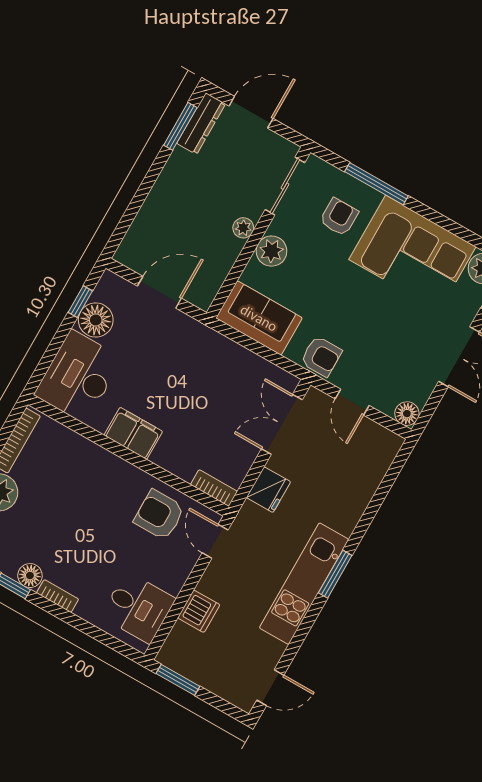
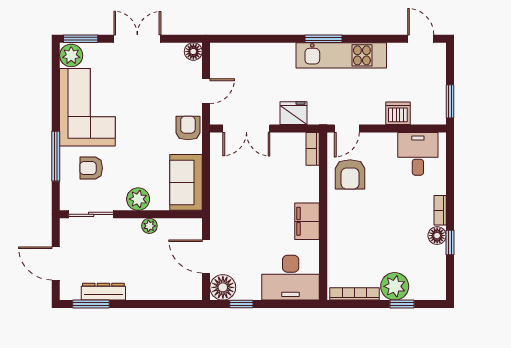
dresser: (201, 124) -> (103, 292), moved
plant: (243, 228) -> (149, 226), moved
floor lamp: (96, 320) -> (223, 287), moved

